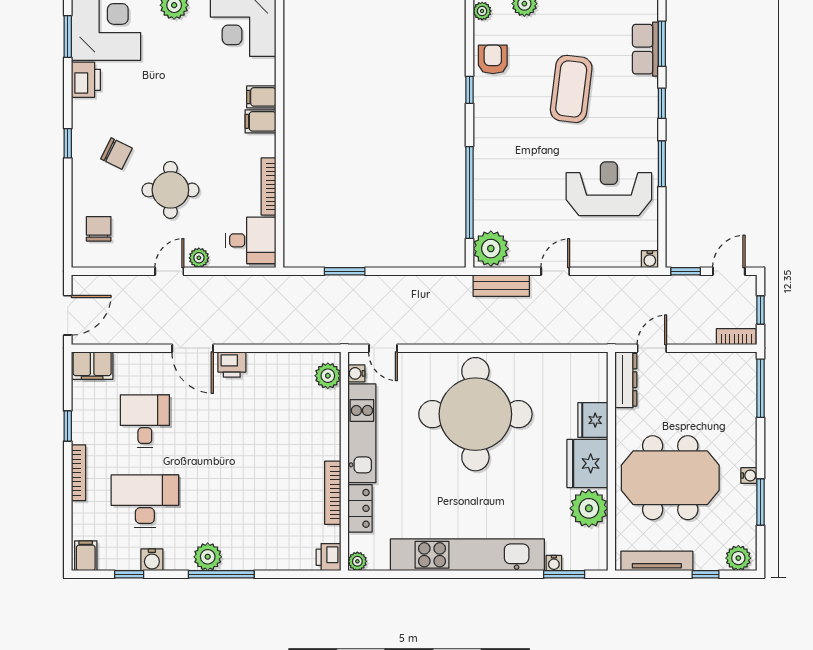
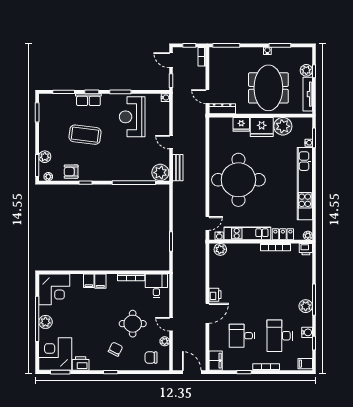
row of seats: (645, 49) -> (88, 100), moved
plant: (199, 258) -> (165, 341), moved
plant: (738, 558) -> (306, 70), moved

